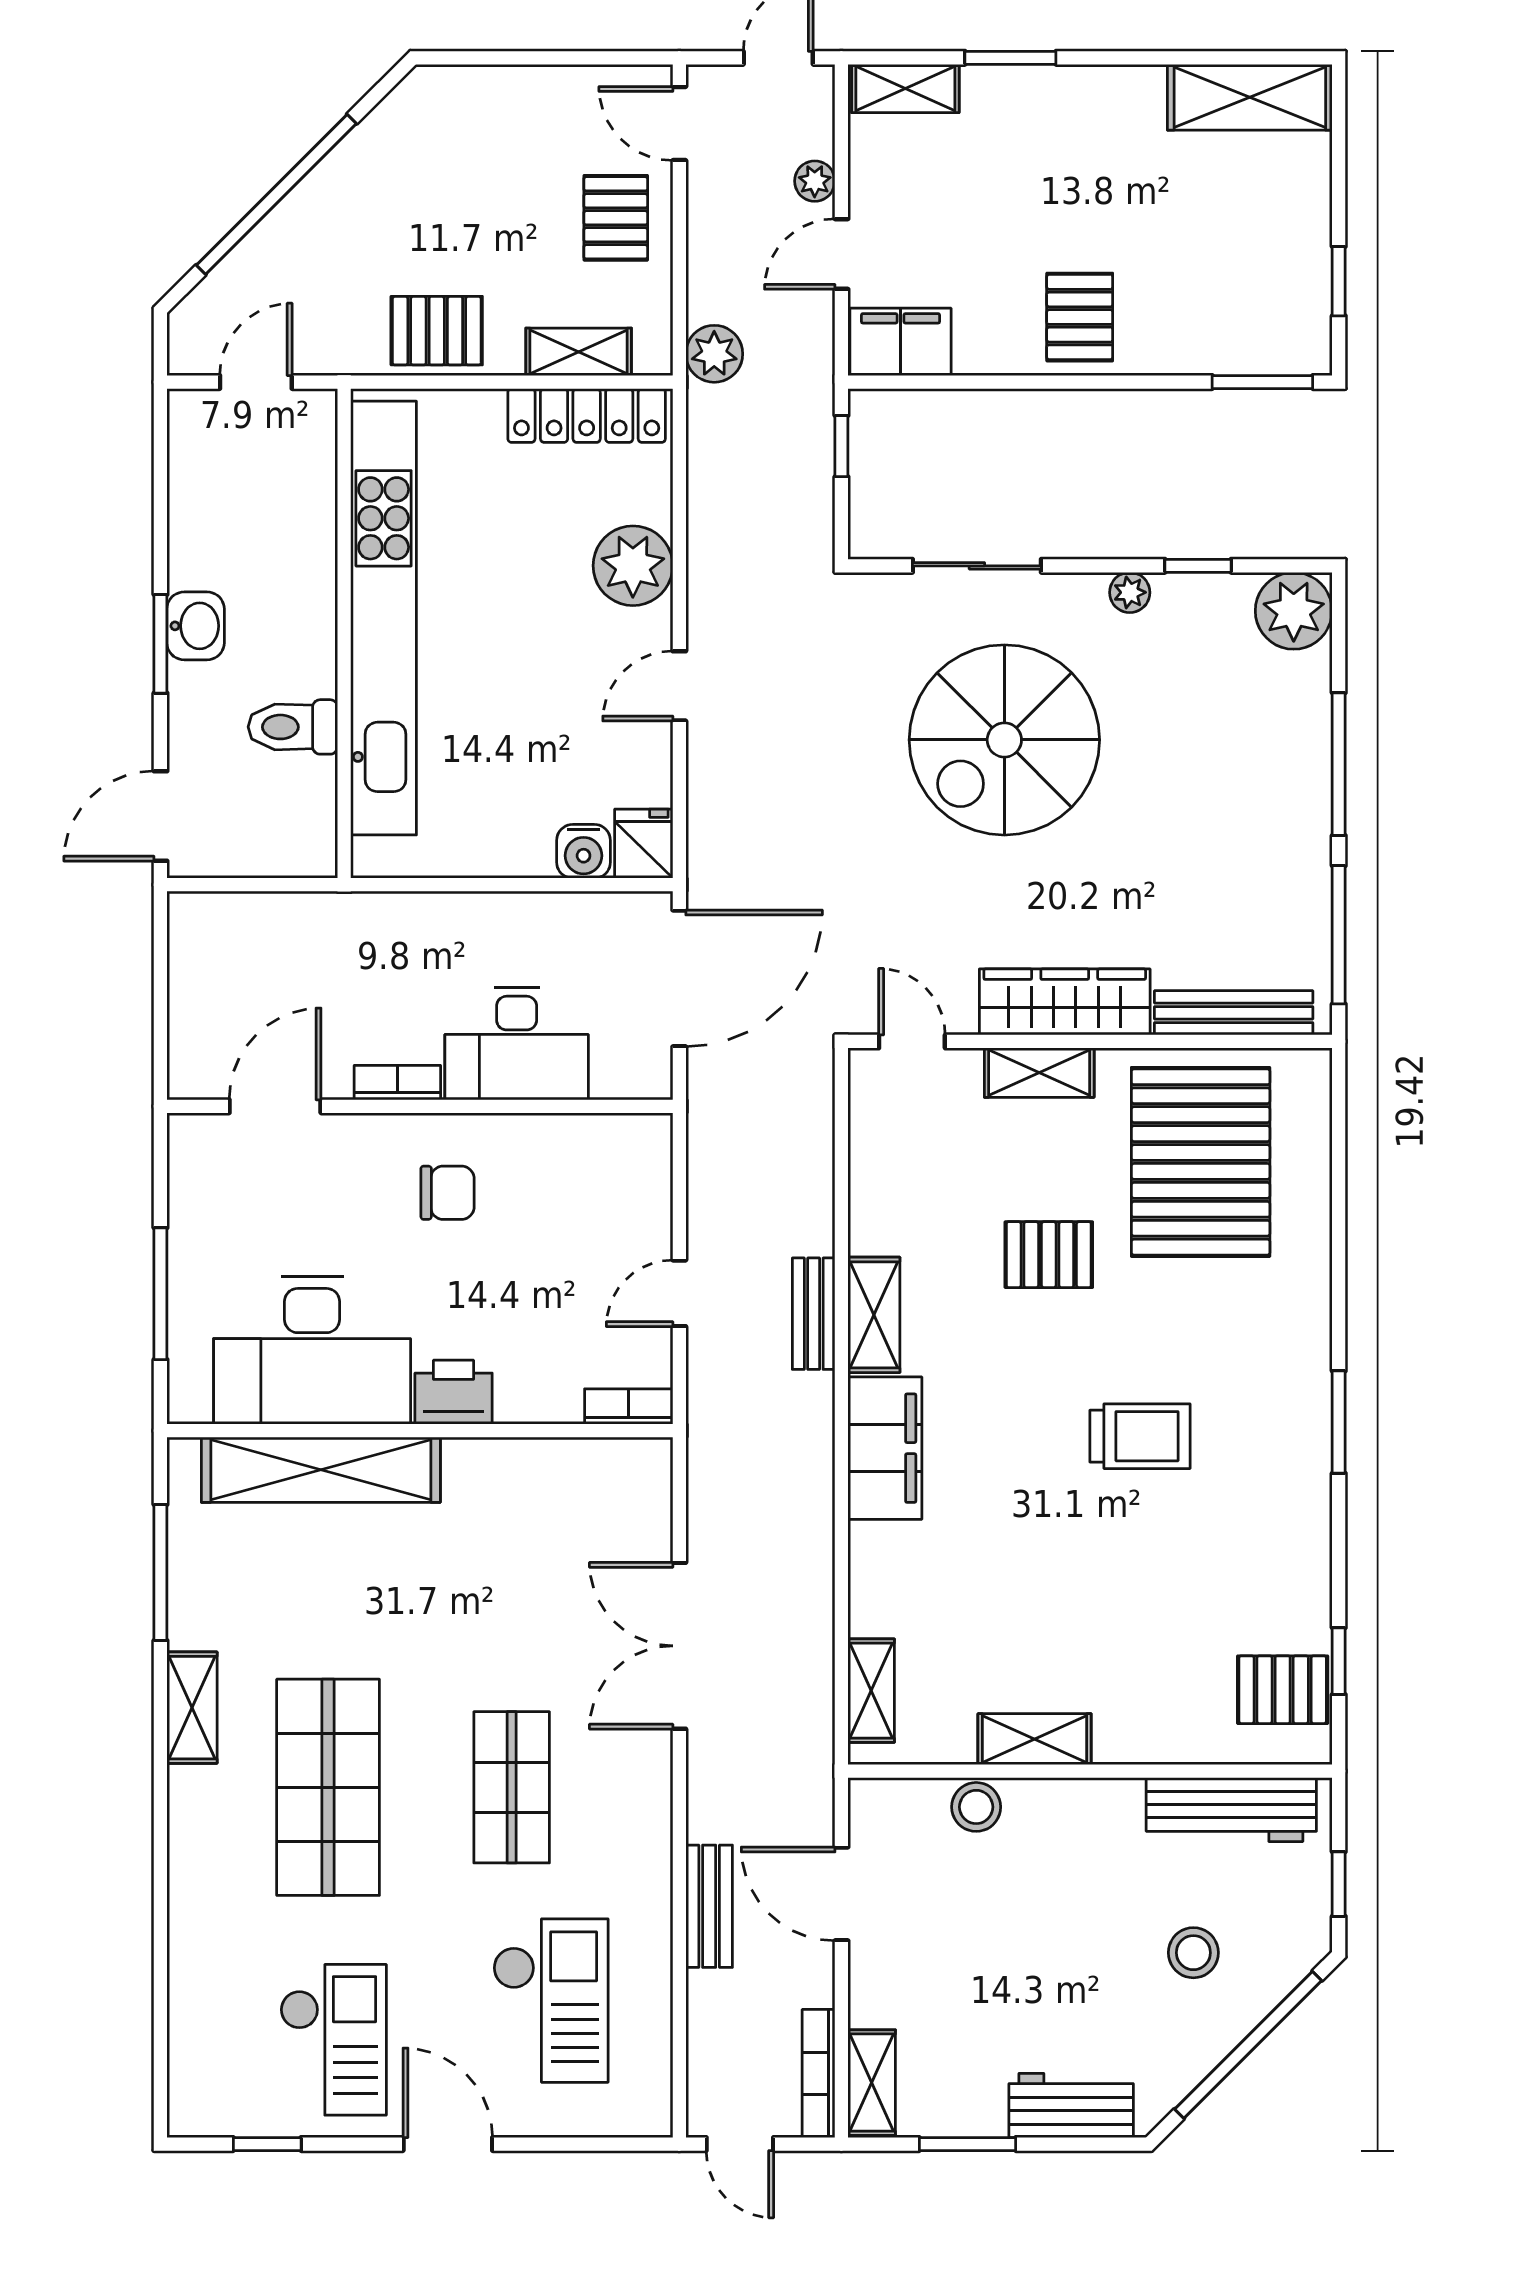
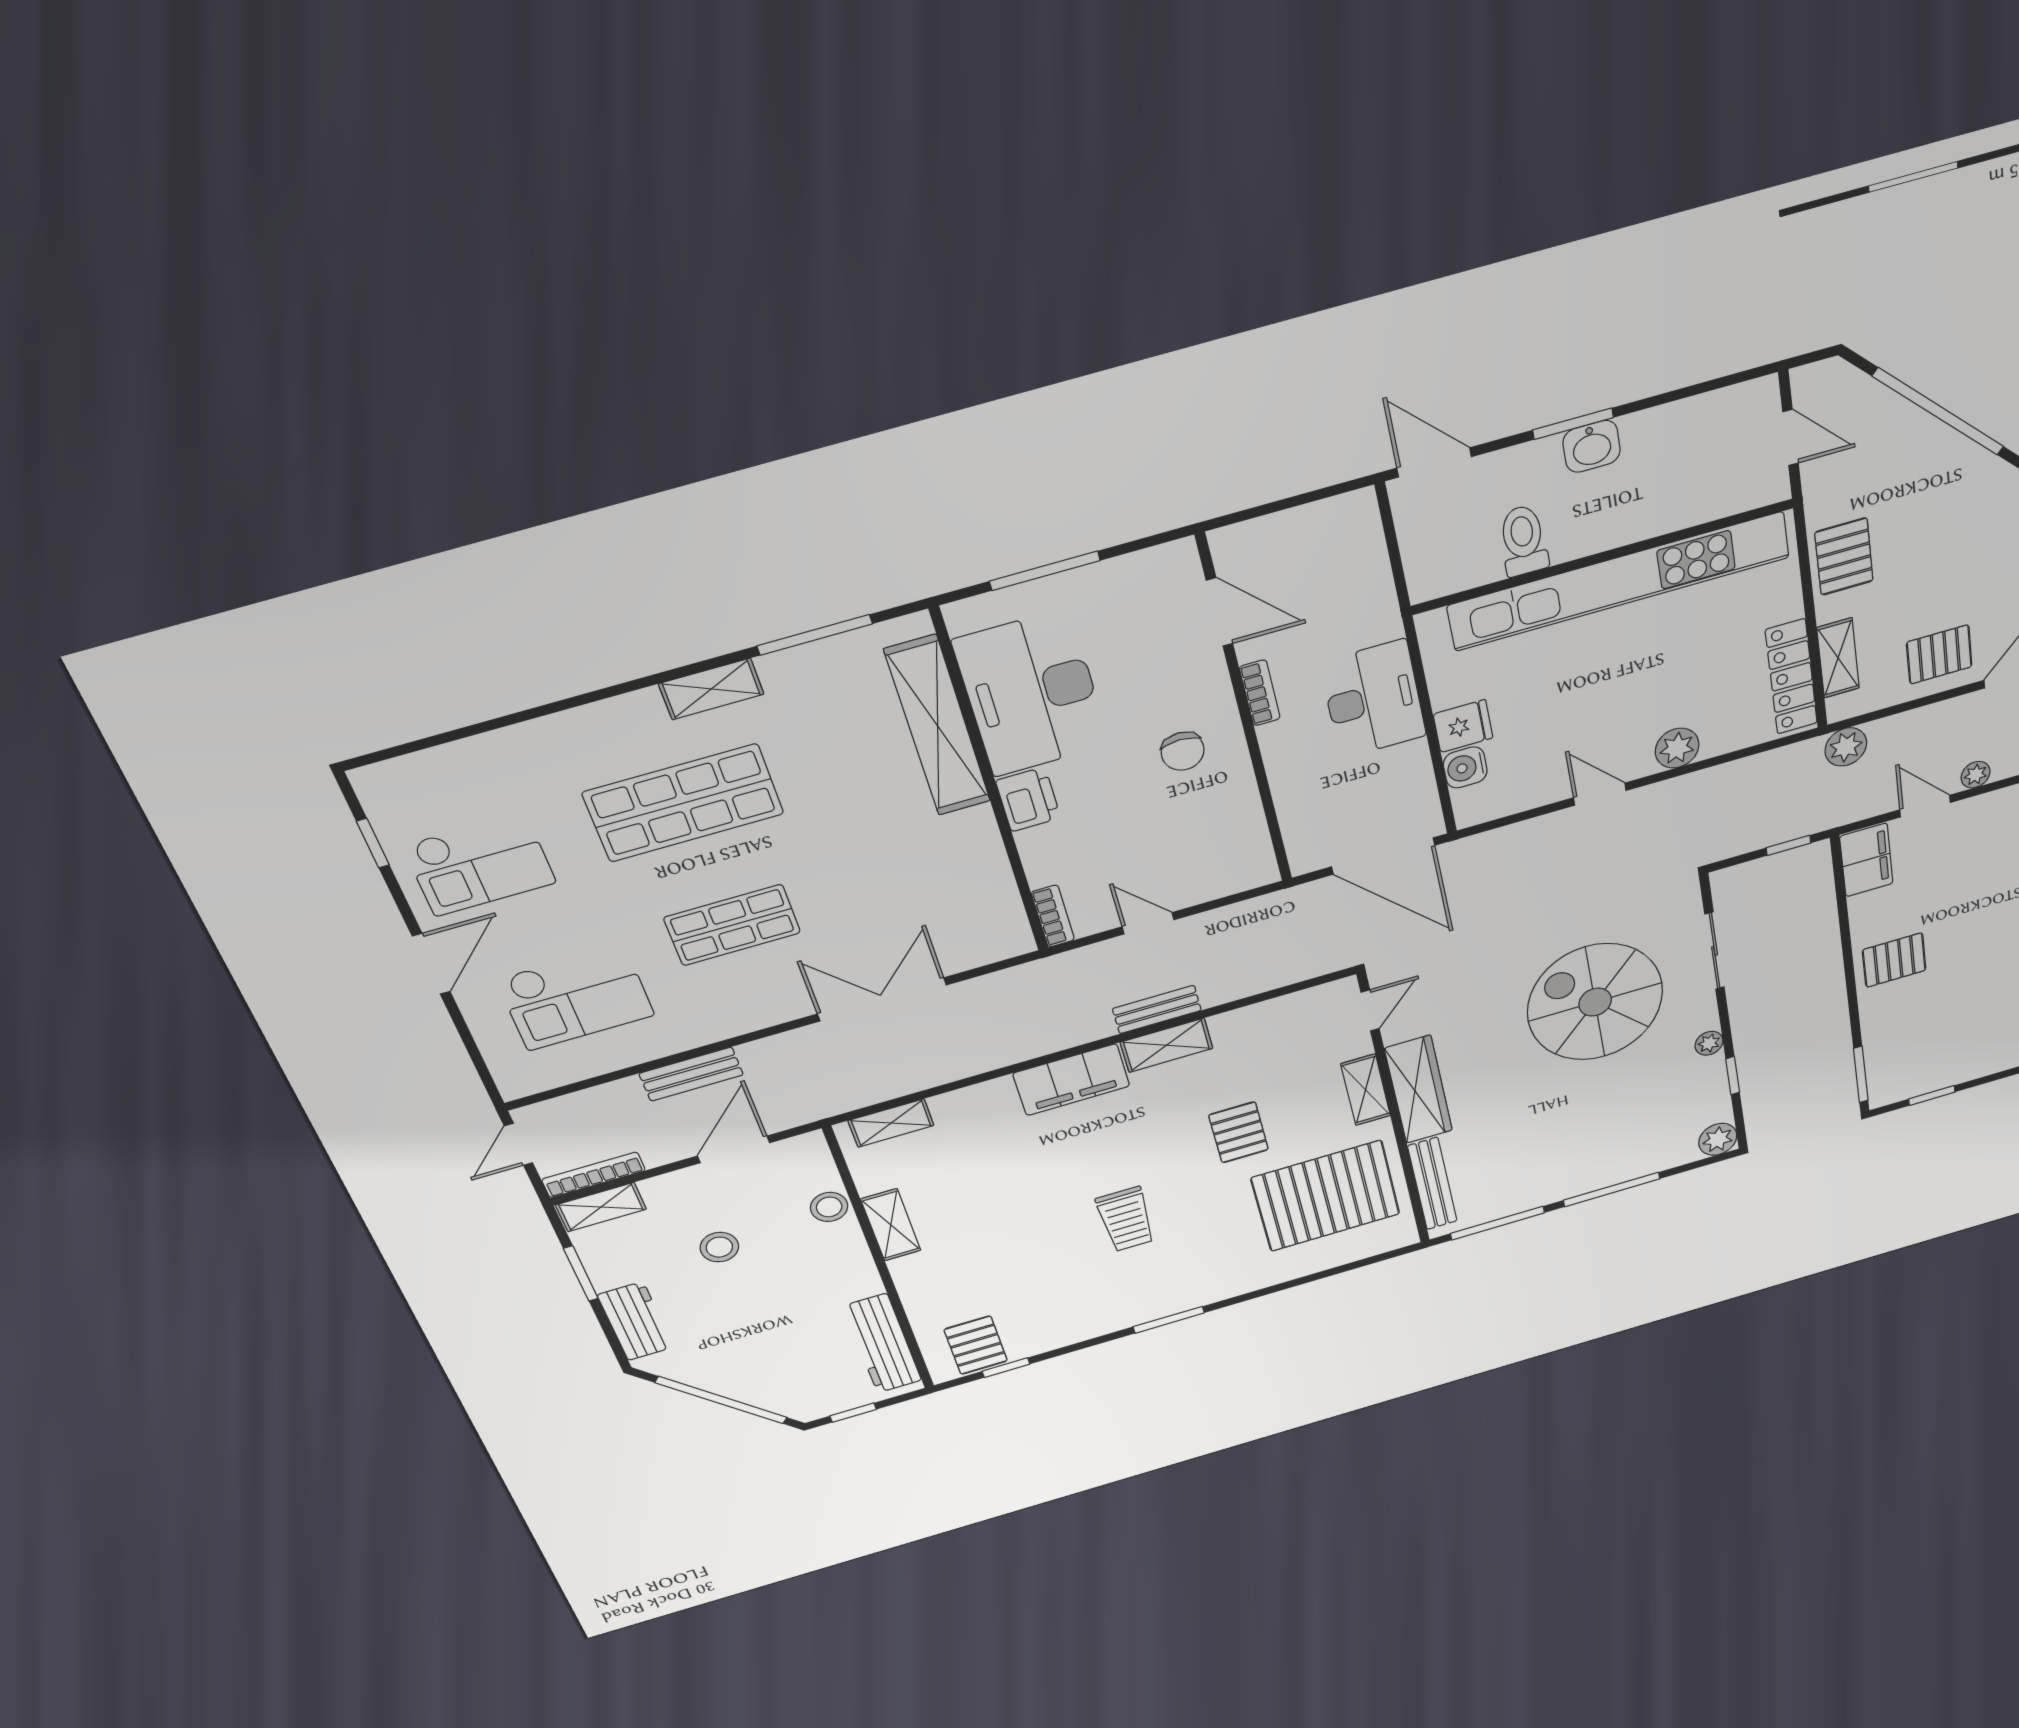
plant: (633, 566) -> (1677, 748), width x0.73, depth x0.73
plant: (1294, 611) -> (1718, 1139), width x0.73, depth x0.73
fridge: (644, 844) -> (1463, 726), moved
desk: (517, 1044) -> (1373, 699), moved, turned 180
stool: (1193, 1953) -> (719, 1247), moved

